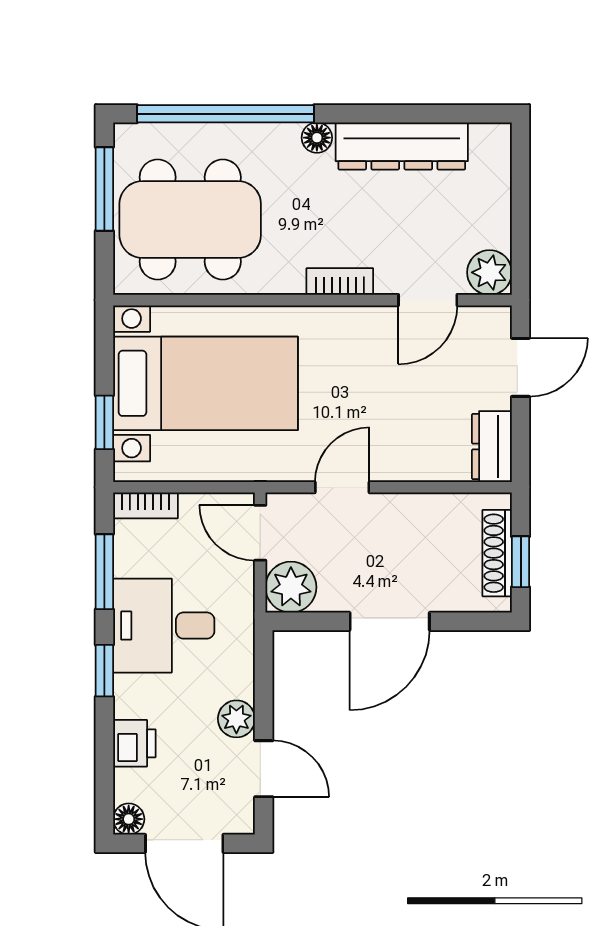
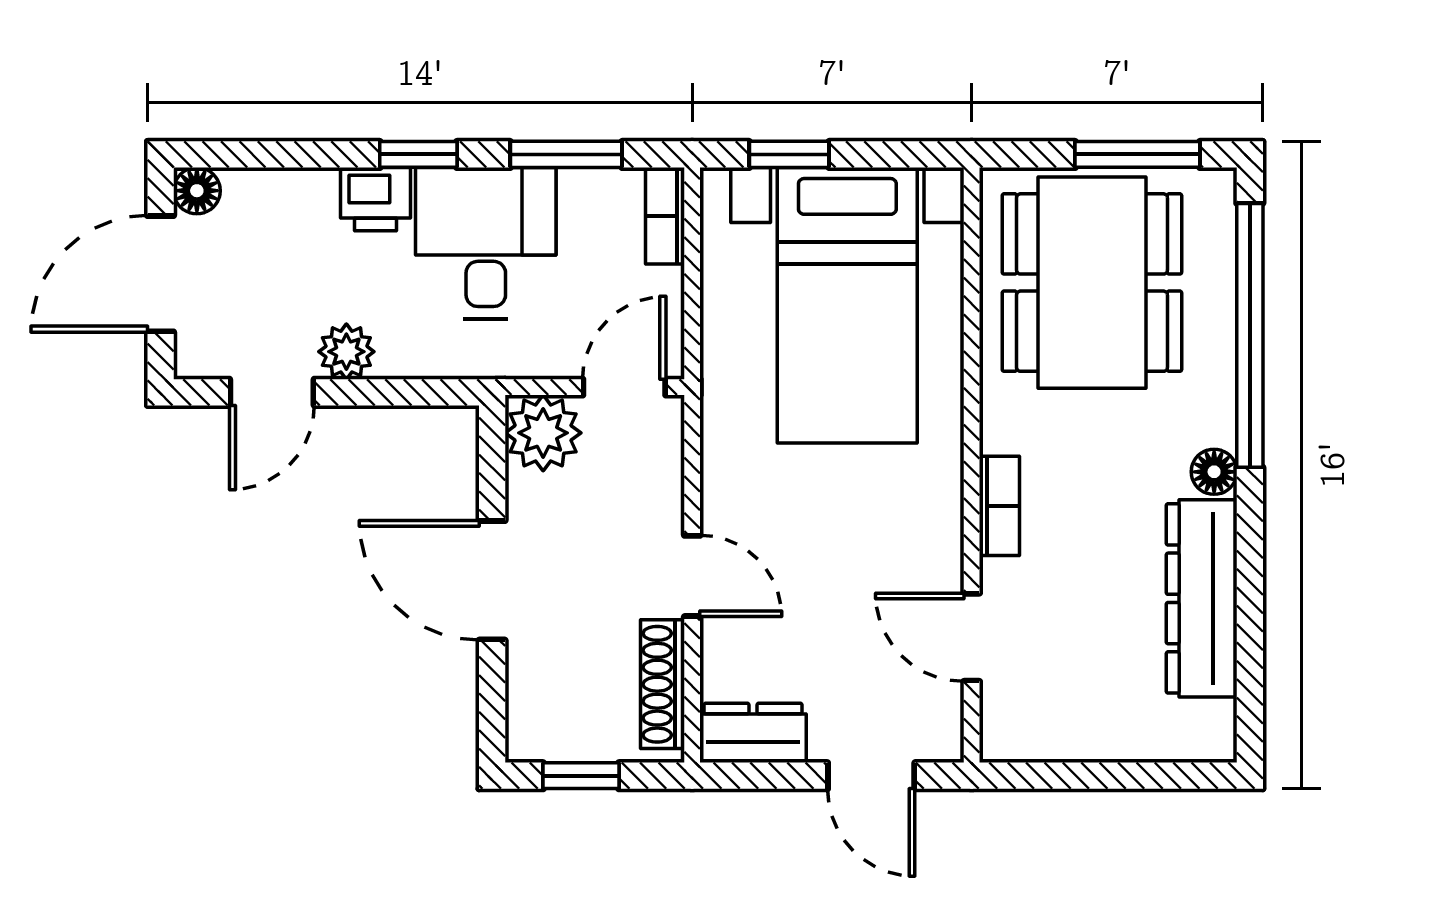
plant: (489, 272) -> (1013, 729), removed
door: (342, 487) -> (692, 576), moved
shoe rack: (497, 553) -> (662, 684), moved, turned -90
printer: (134, 743) -> (376, 199), moved

